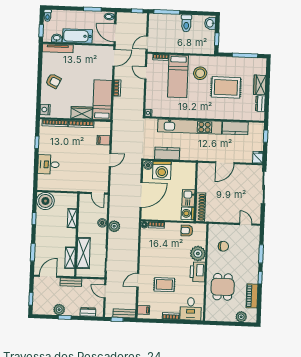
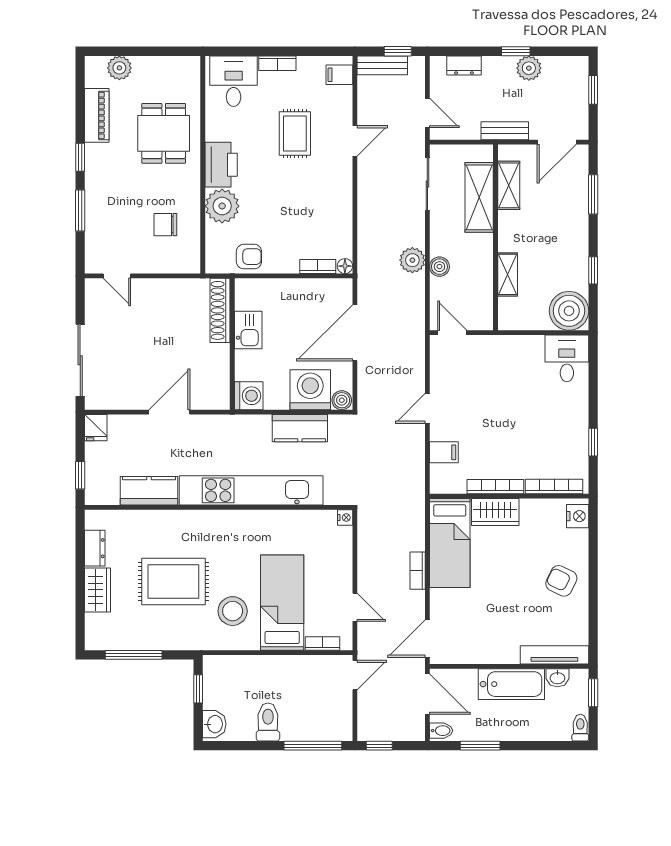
desk: (49, 164) -> (567, 358), moved, turned -90
washing machine: (188, 213) -> (249, 396), moved
rug: (164, 285) -> (295, 133), turned 90

